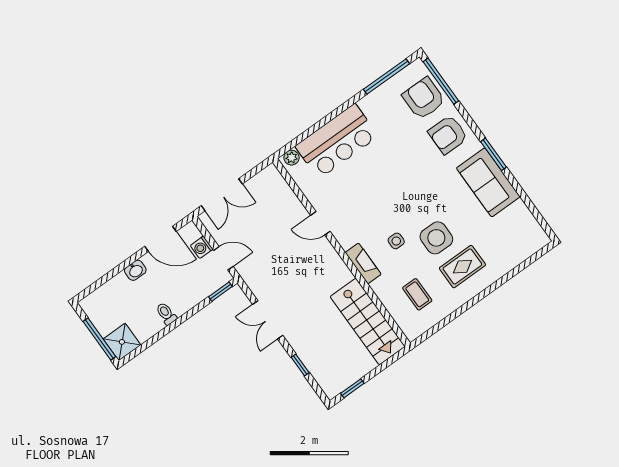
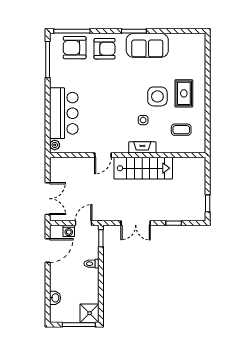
armchair: (448, 135) -> (105, 49), turned -90
washbasin: (135, 270) -> (55, 298), moved
toilet: (166, 314) -> (92, 264), moved
stairs: (368, 322) -> (143, 168), moved

